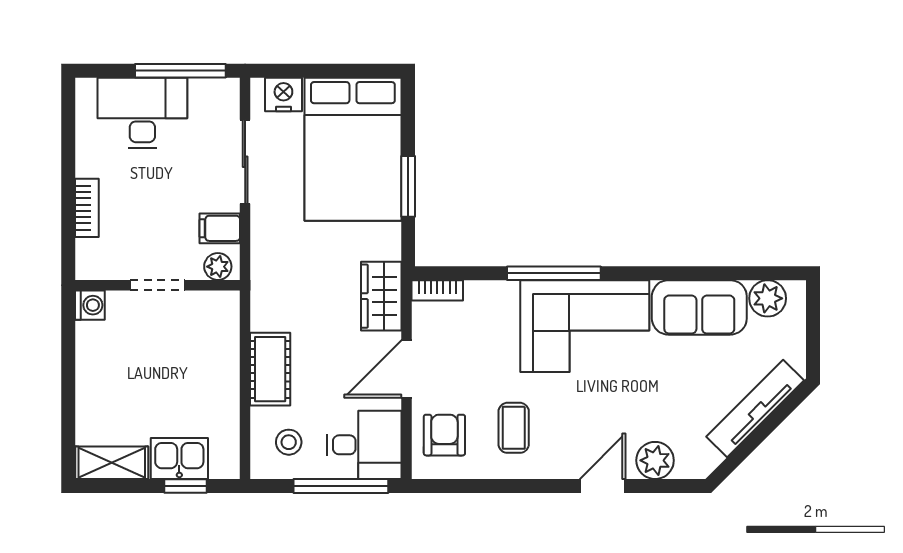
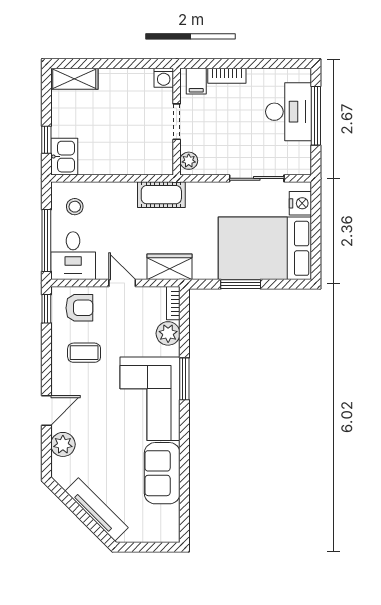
window: (180, 71) -> (316, 116), moved
filing cabinet: (220, 228) -> (196, 81), moved, turned 180
window: (554, 273) -> (184, 379), width x0.69
plant: (768, 298) -> (168, 333), moved
cot: (270, 369) -> (161, 195), moved
door: (406, 369) -> (122, 283), width x0.73
kitchen sink: (179, 458) -> (64, 157), moved
shelving: (112, 463) -> (74, 79), moved, turned 90
window: (446, 486) -> (46, 309), added
door: (603, 486) -> (46, 410), hinge flipped

